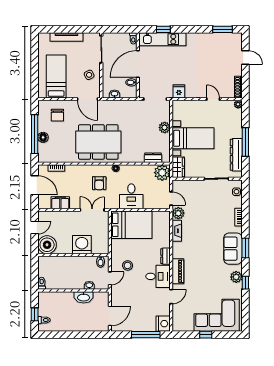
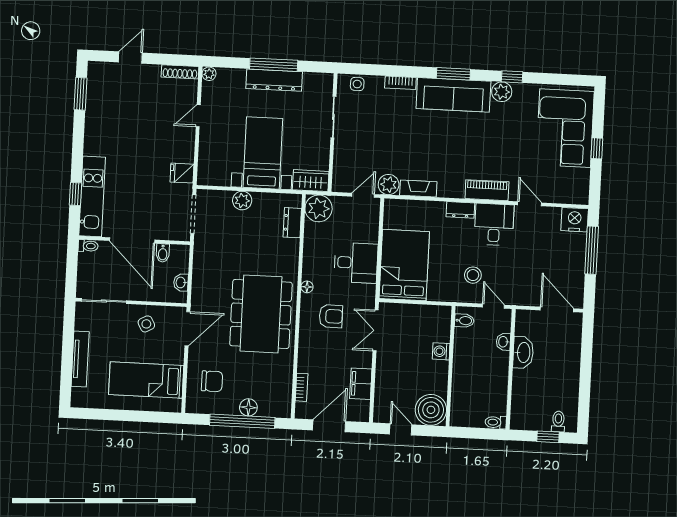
dresser: (236, 155) -> (274, 80), moved
washing machine: (82, 245) -> (441, 351), width x0.53, depth x0.53
sofa: (233, 249) -> (453, 95), width x1.36

